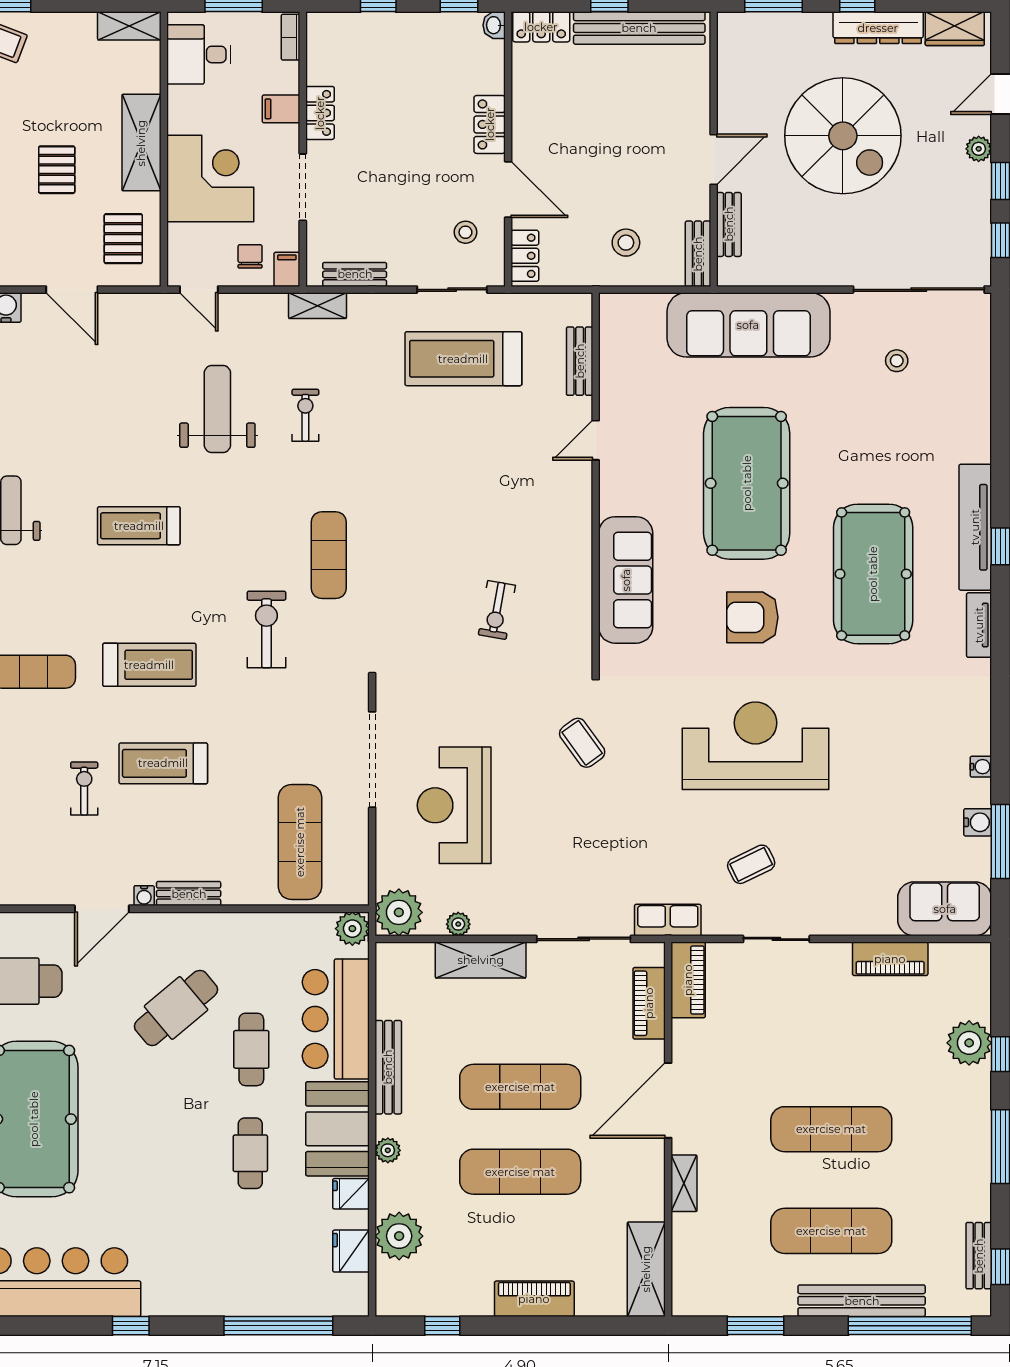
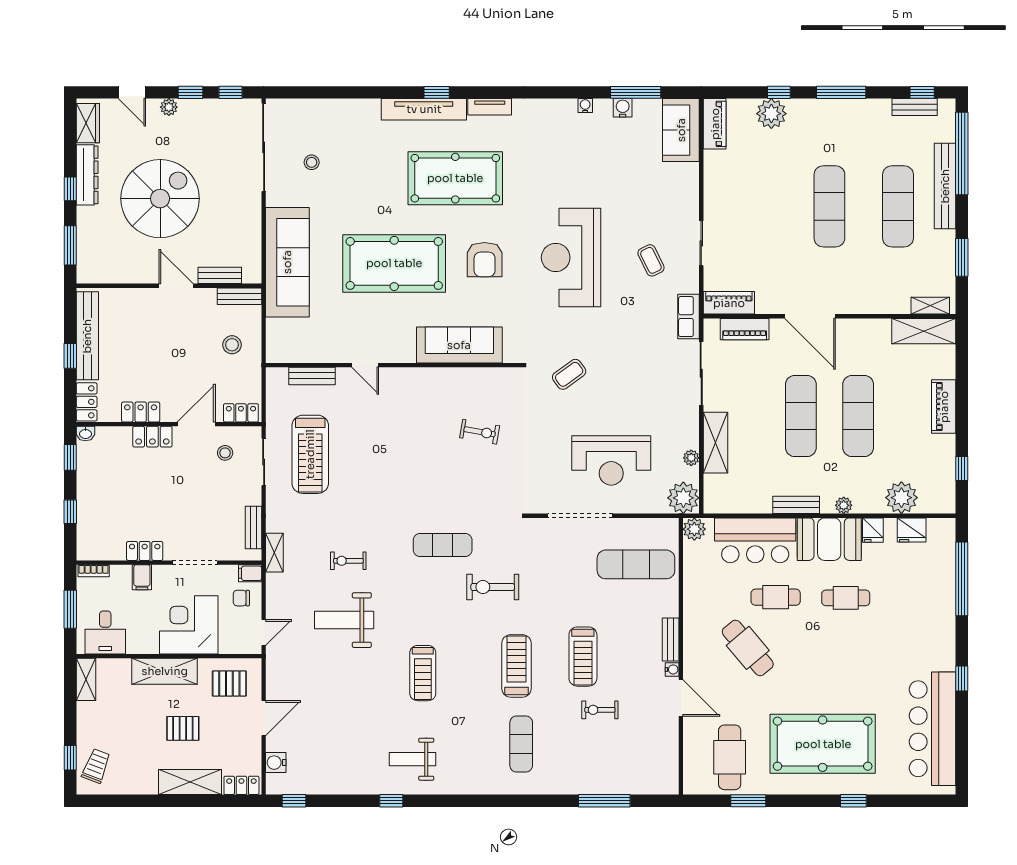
locker: (526, 107) -> (141, 412), added
piano: (890, 959) -> (715, 124), moved
bench: (388, 1067) -> (796, 505), width x0.73
shelving: (684, 1183) -> (930, 306), moved

